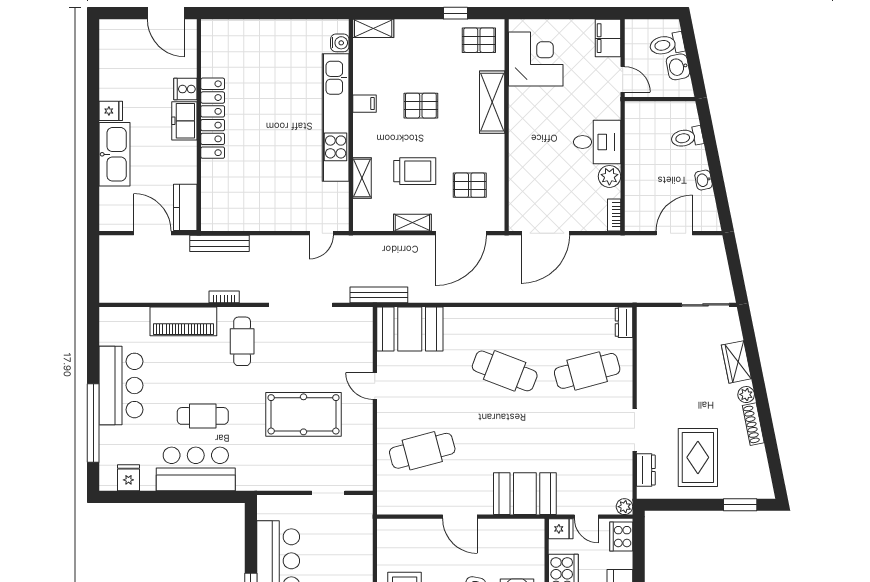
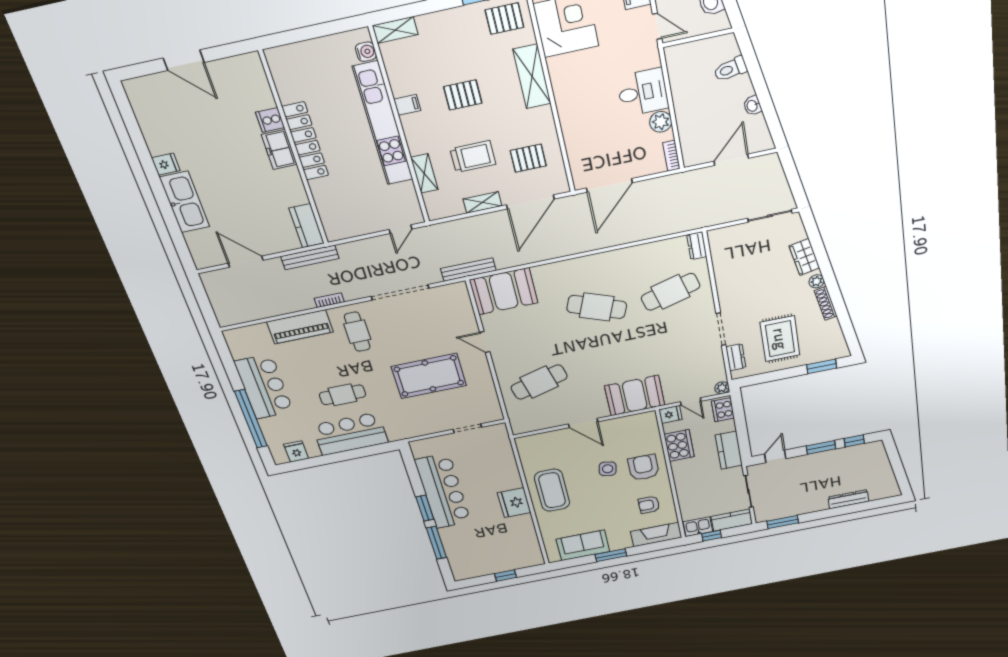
cooker: (185, 89) -> (270, 120), moved
locker: (213, 118) -> (305, 141), moved
freezer: (184, 121) -> (279, 149), moved
wall: (199, 125) -> (294, 150), moved
kitchen counter: (185, 207) -> (307, 226), moved

